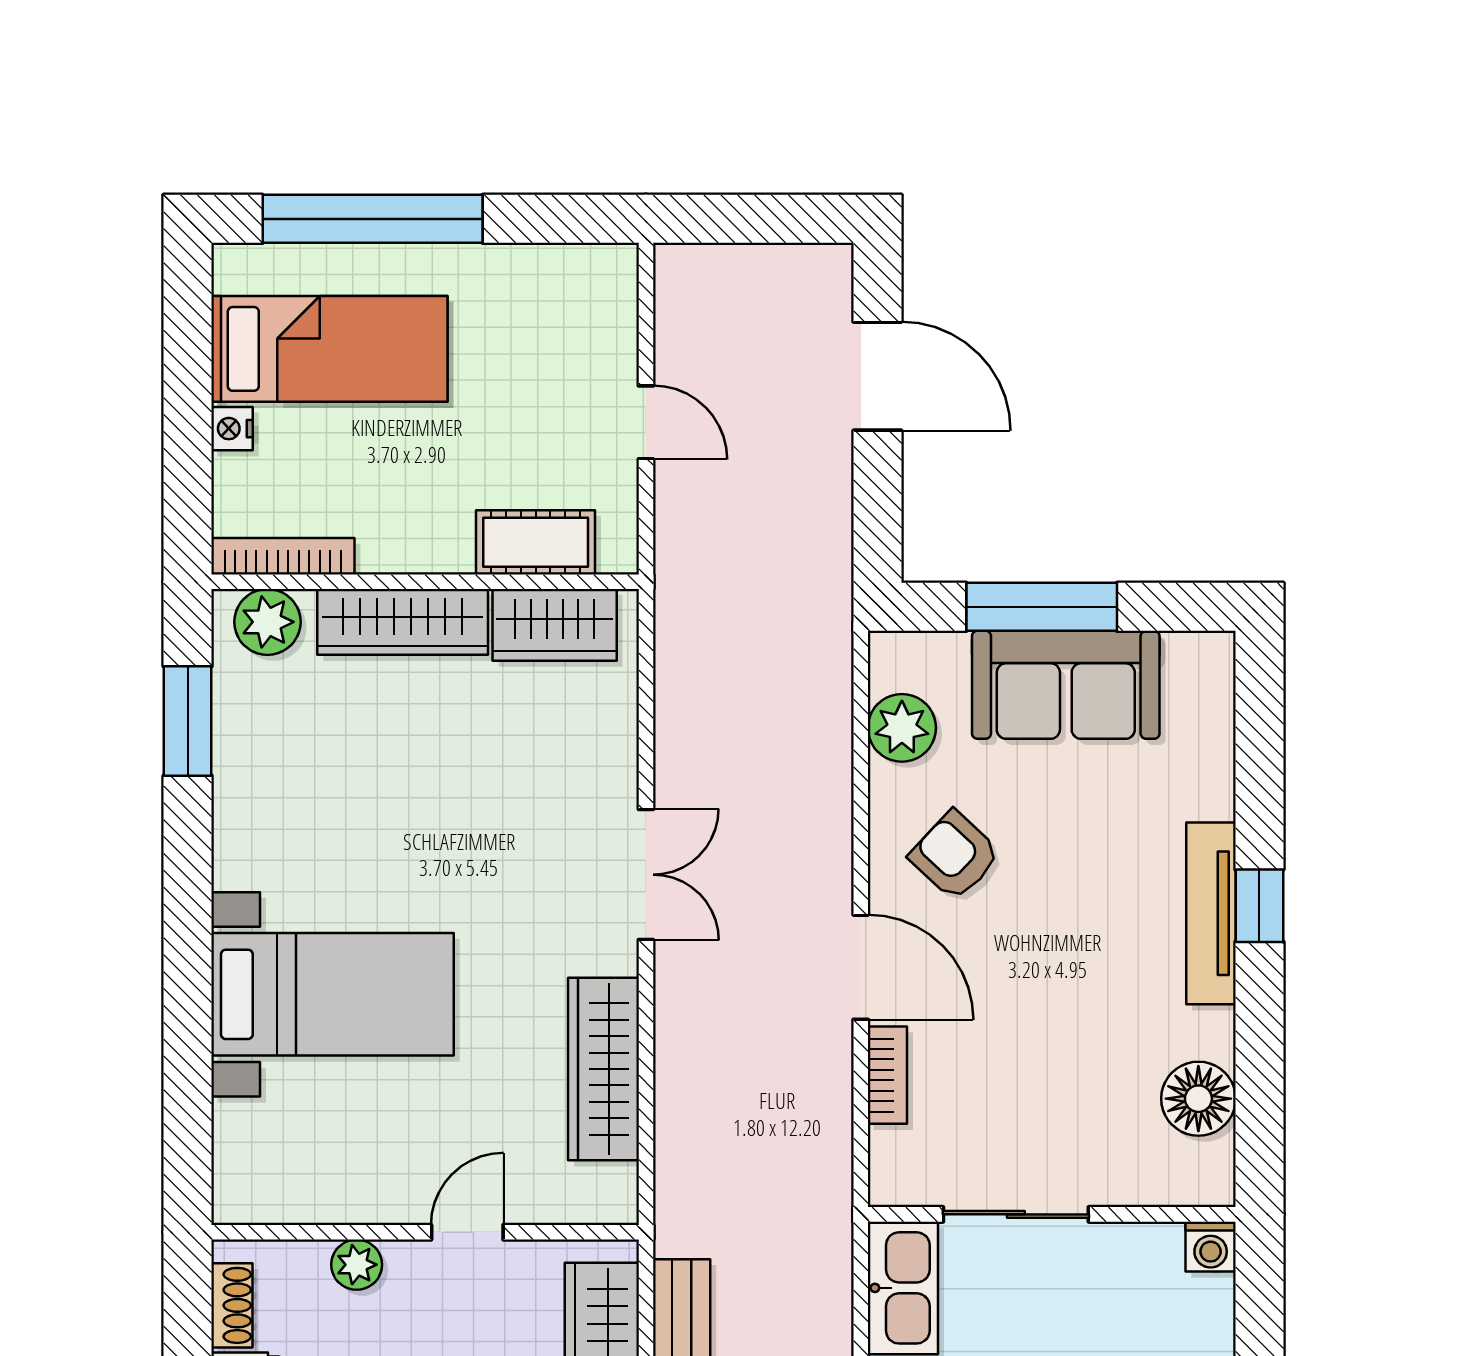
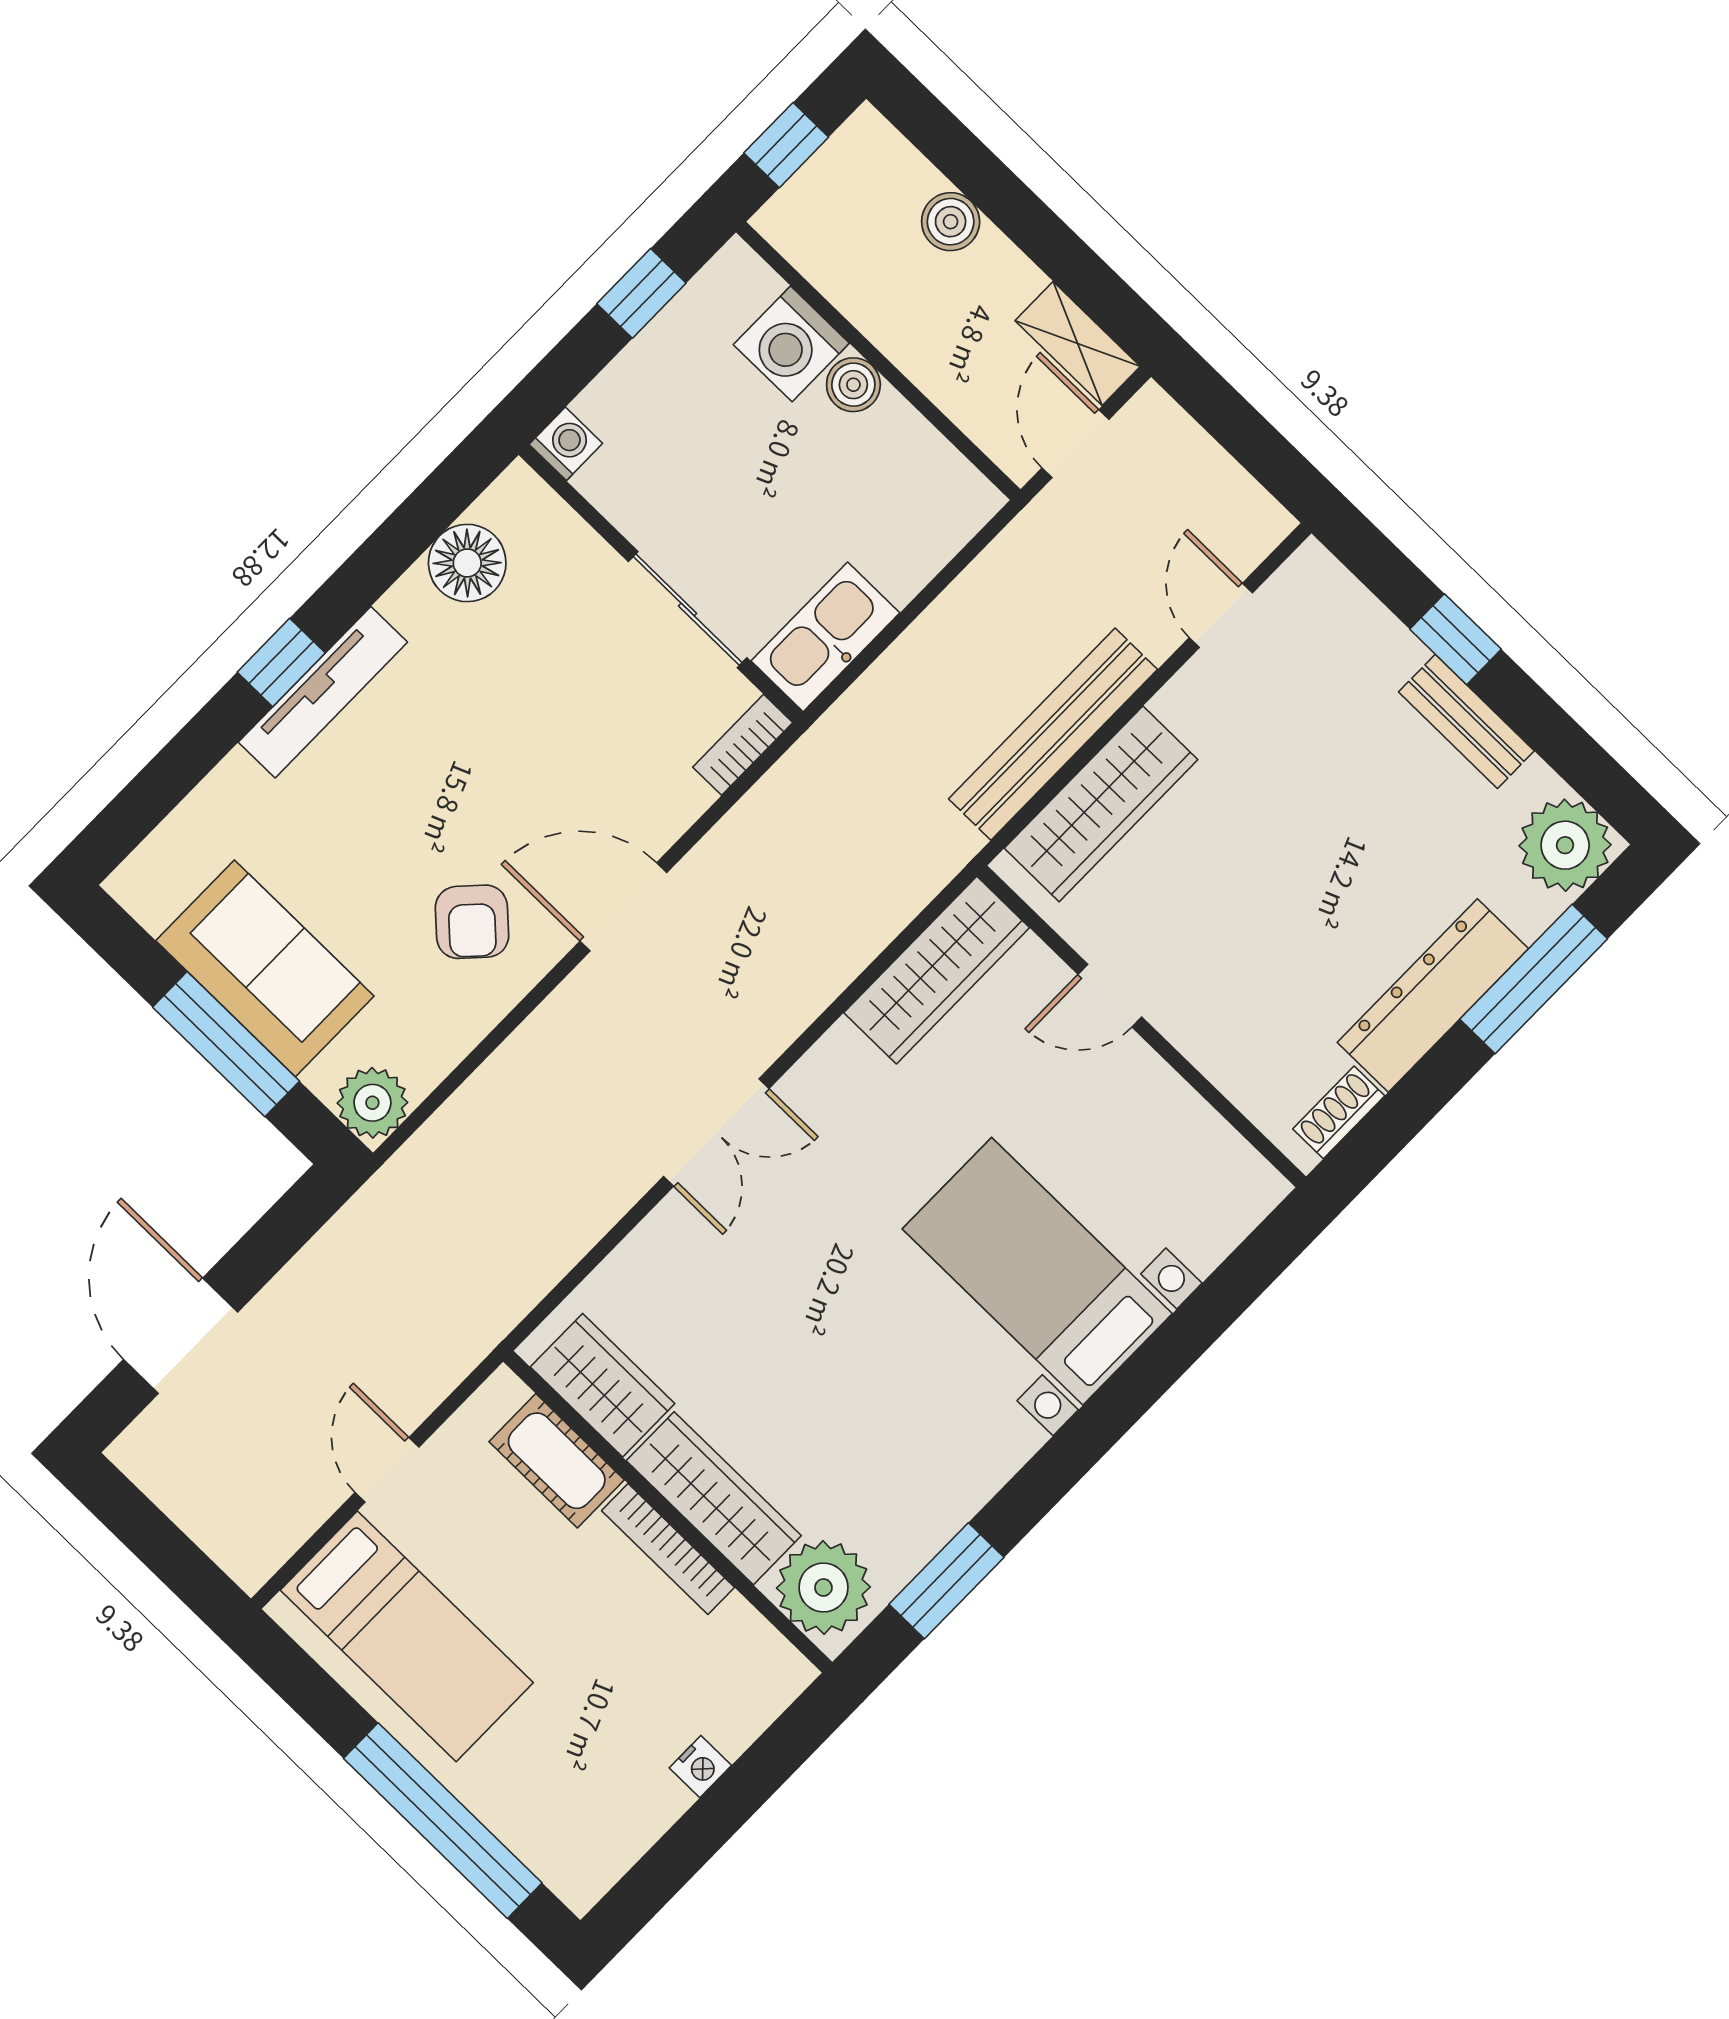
bed: (329, 349) -> (407, 1636), moved, turned 180
bookcase: (283, 556) -> (668, 1549), moved
plant: (267, 622) -> (823, 1588), width x1.36, depth x1.36
plant: (902, 728) -> (372, 1103), moved
double door: (646, 875) -> (716, 1132), swing flipped
door: (861, 967) -> (623, 907), hinge flipped
wardrobe: (603, 1069) -> (937, 970), moved
bookcase: (887, 1075) -> (743, 745), moved
plant: (357, 1265) -> (1216, 1052), removed

